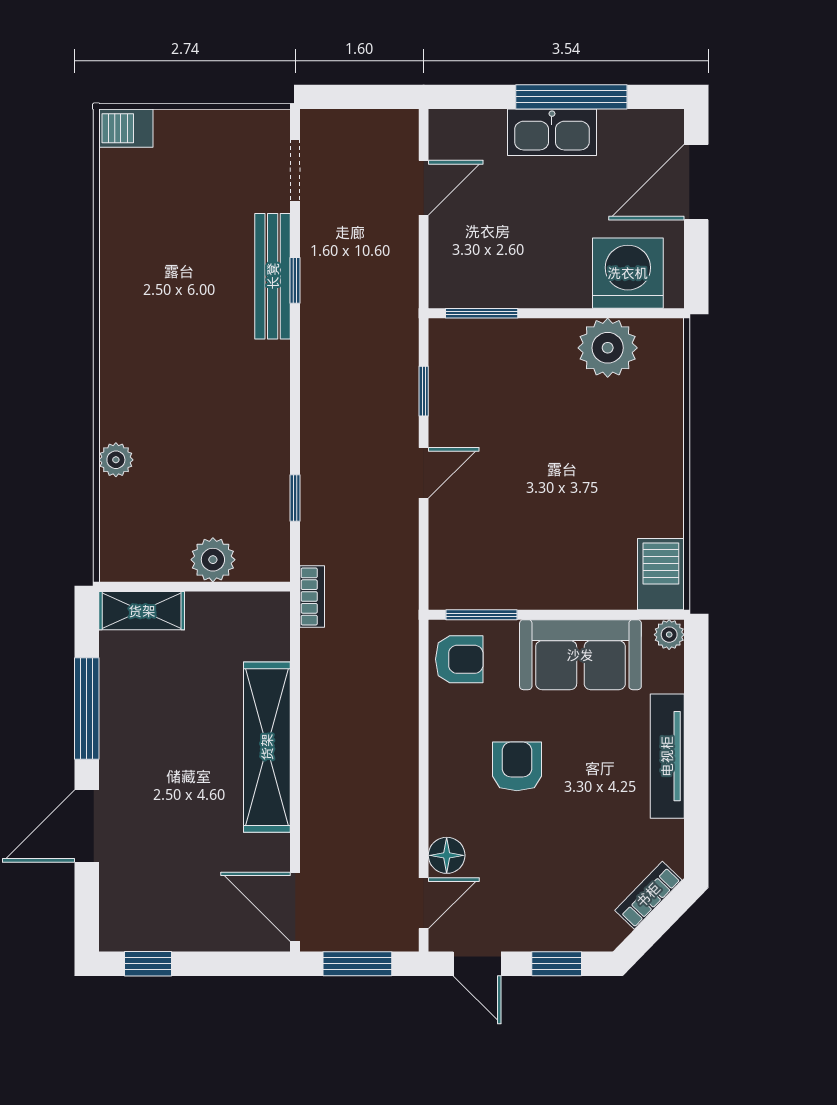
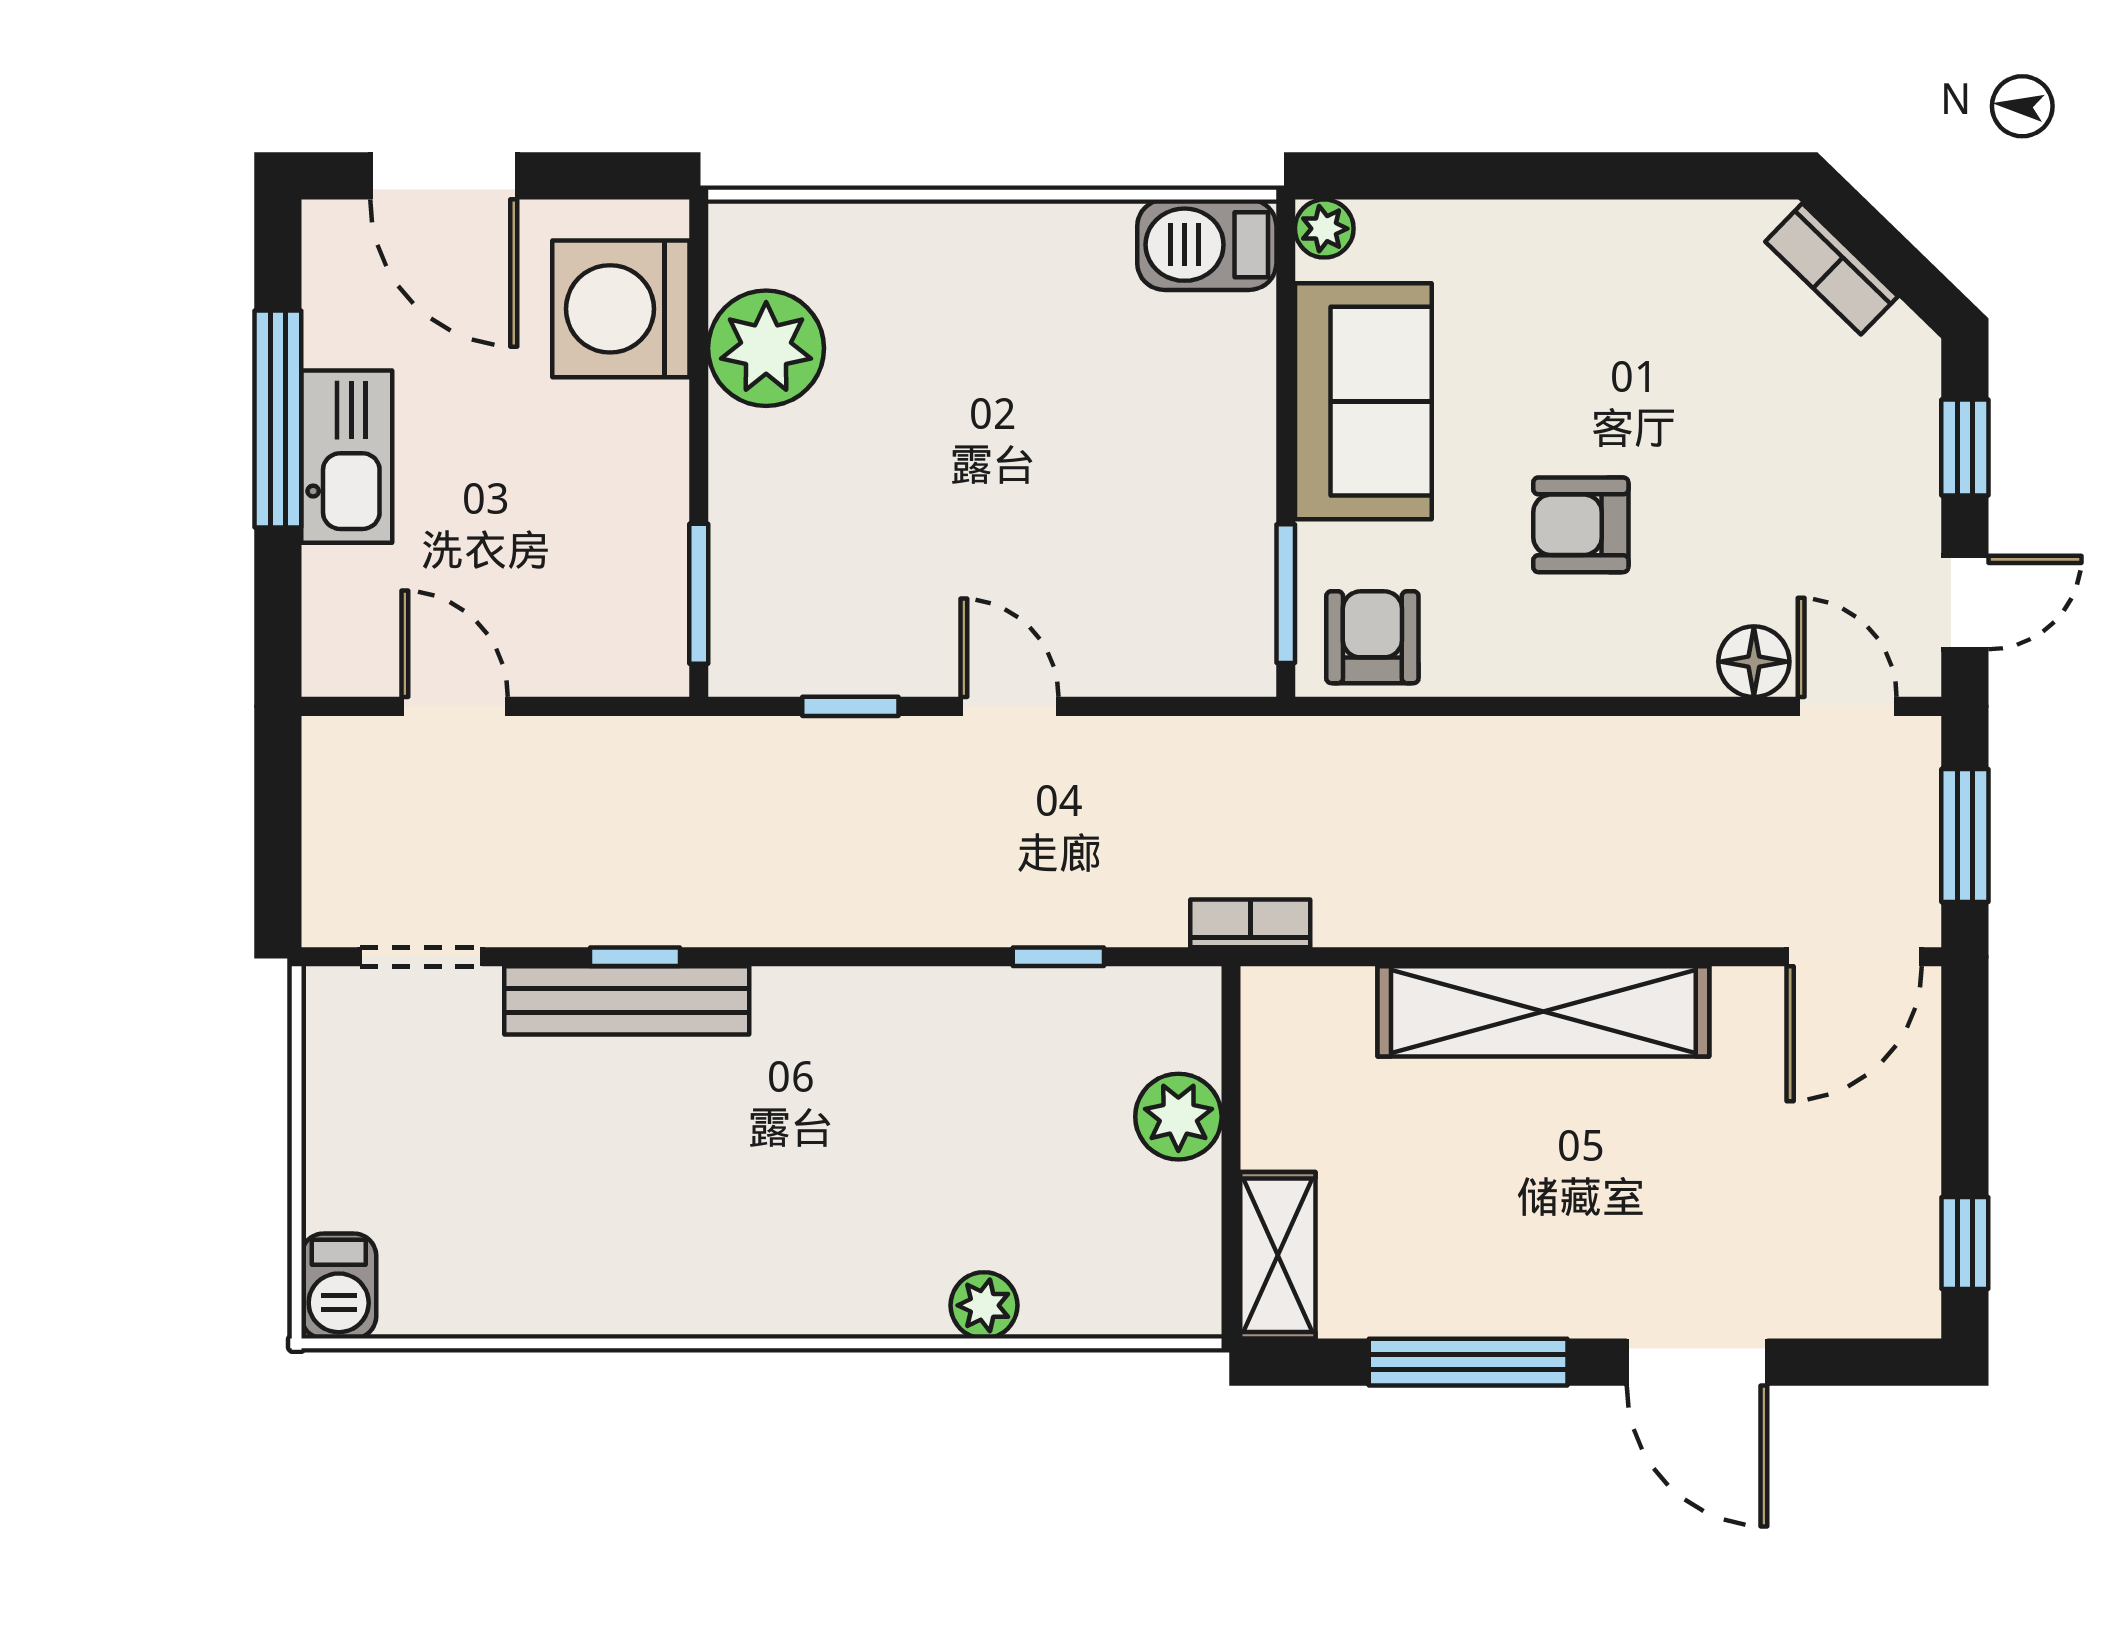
tv unit: (667, 756) -> (1561, 232), removed

